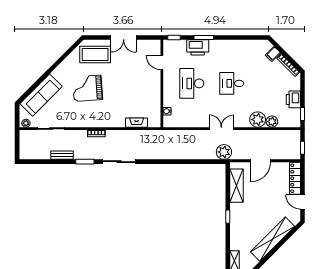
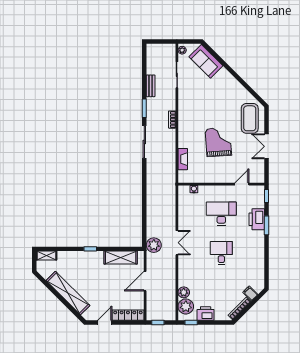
grand piano: (88, 88) -> (218, 142), moved
sofa: (41, 95) -> (206, 61), width x0.73
plant: (258, 120) -> (186, 306), moved
door: (261, 161) -> (145, 281), hinge flipped

